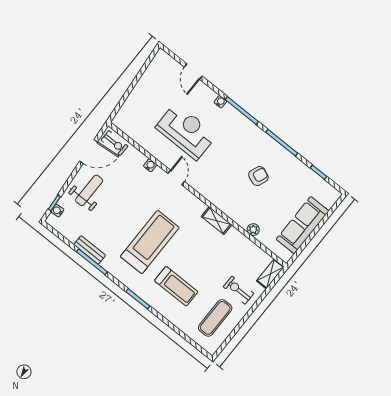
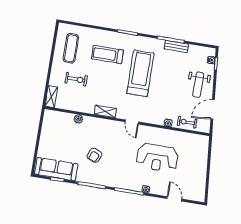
exercise bike: (115, 143) -> (187, 122), moved
door: (176, 178) -> (132, 122), moved
sofa: (303, 225) -> (56, 169), moved, turned -90
treadmill: (150, 242) -> (140, 73), turned 180
exercise bike: (238, 290) -> (76, 79), moved

